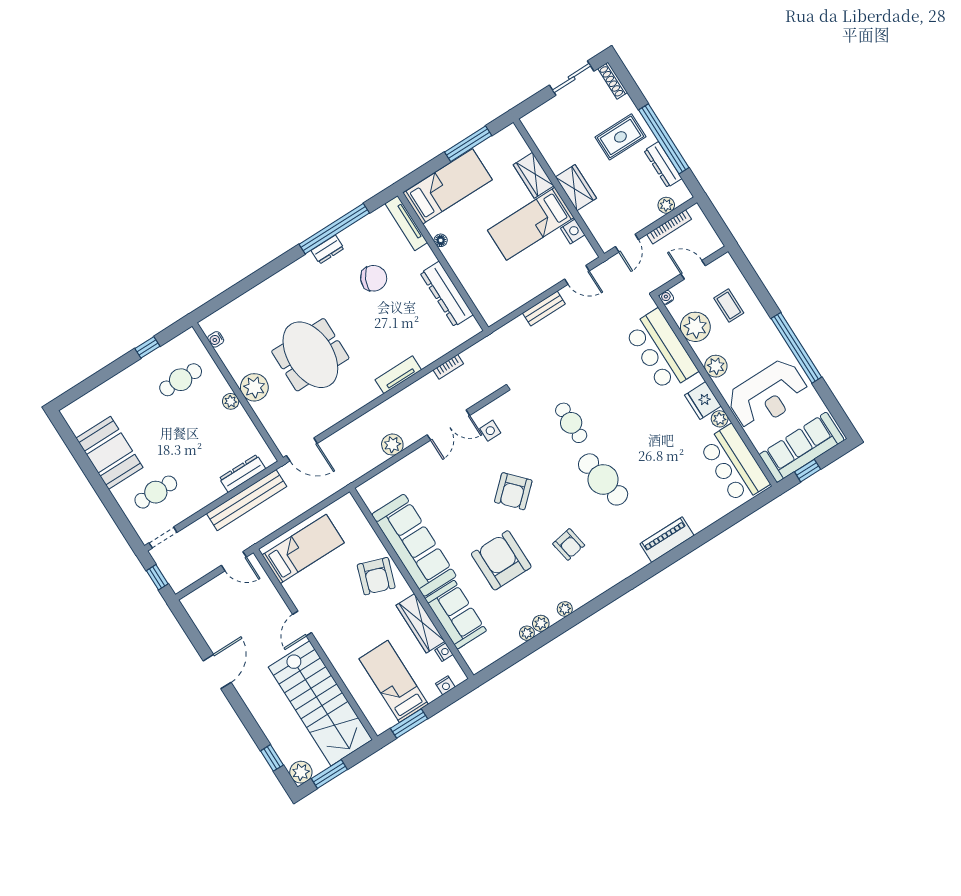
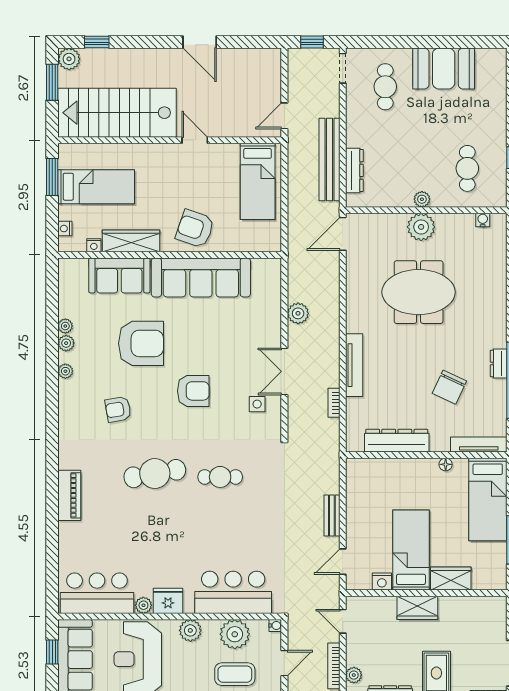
coffee table: (729, 306) -> (235, 674), width x1.36, depth x1.30
tv unit: (398, 375) -> (354, 365), width x1.41
armchair: (513, 491) -> (193, 391), turned 133

